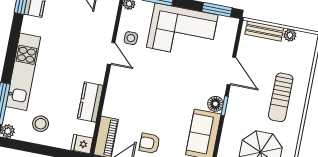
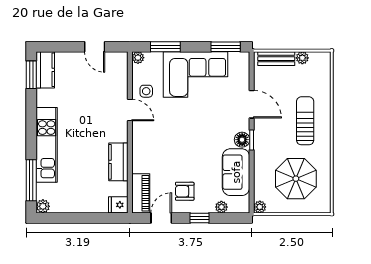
sun lounger: (281, 97) -> (305, 121), turned 180
stool: (41, 124) -> (74, 193), removed

